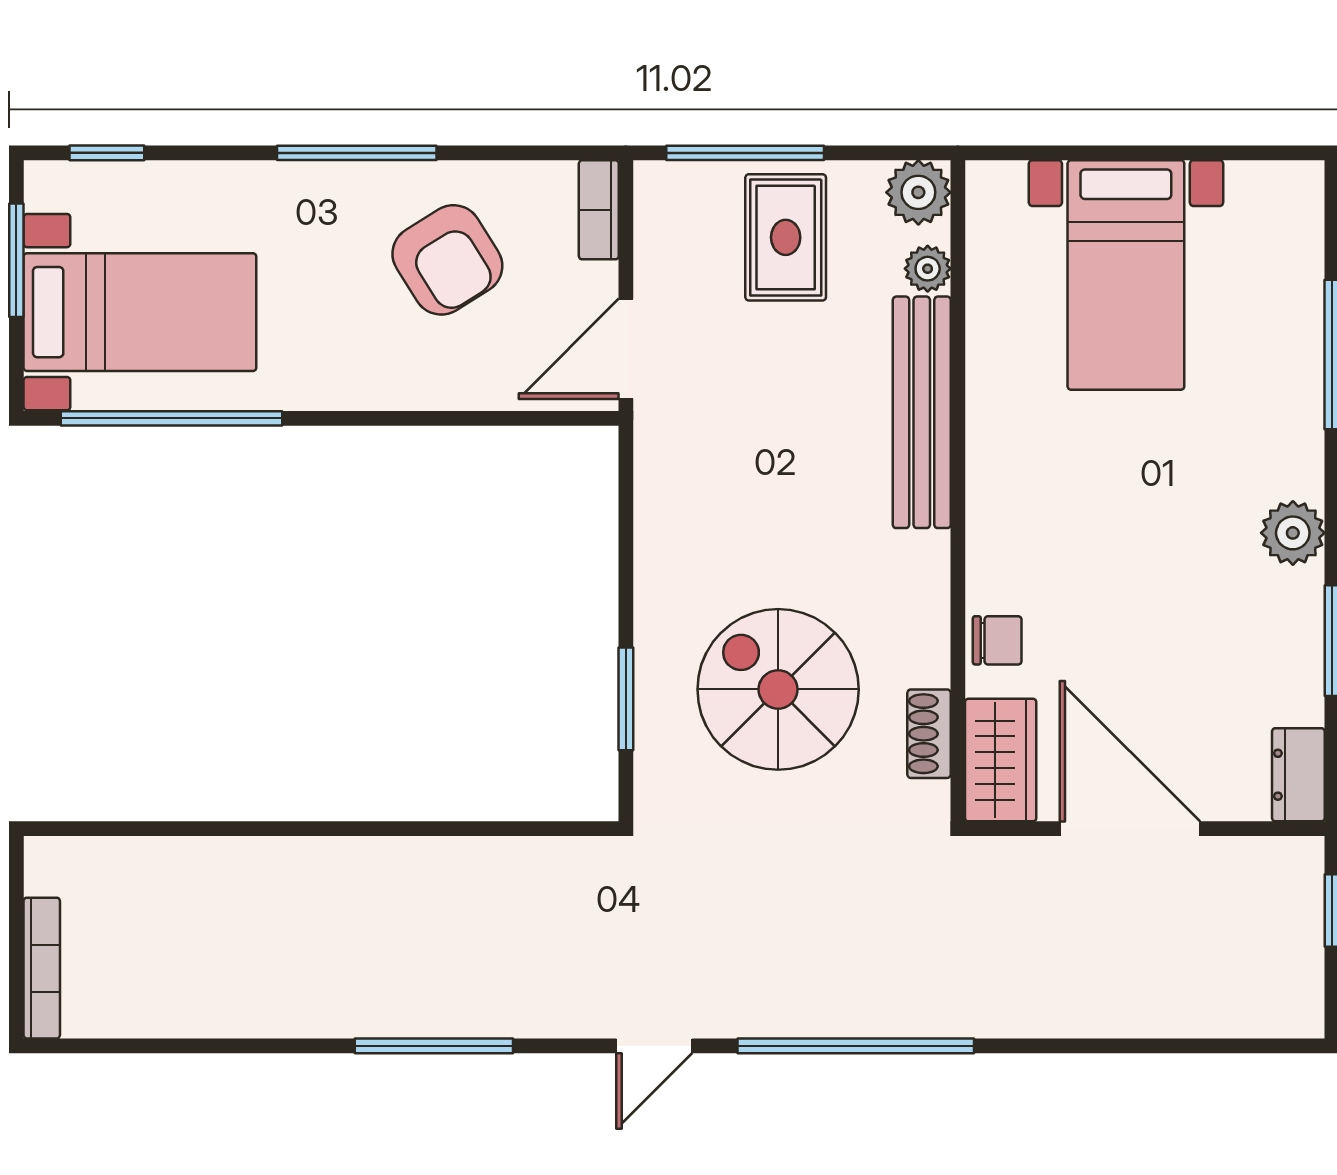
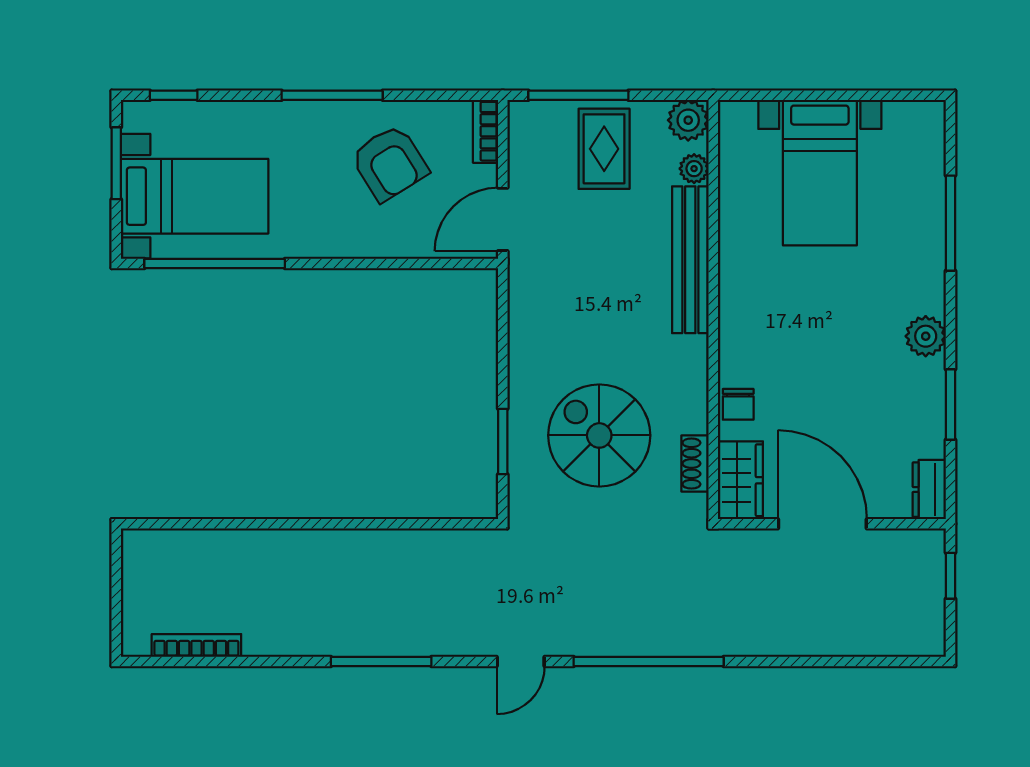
chair: (997, 640) -> (738, 404), turned 90
bookcase: (42, 968) -> (196, 645), moved, turned -90

